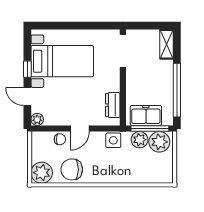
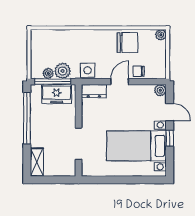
doorway: (123, 51) -> (79, 144), moved
dresser: (113, 105) -> (94, 91), moved, turned 90
plant: (159, 142) -> (48, 73), width x0.53, depth x0.53
plant: (42, 173) -> (161, 35), width x0.53, depth x0.53

